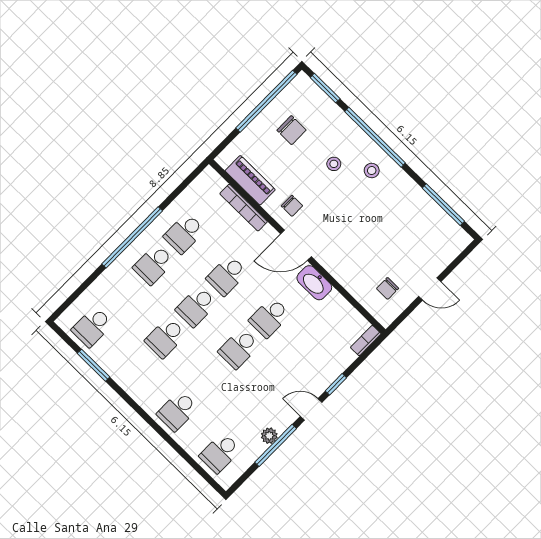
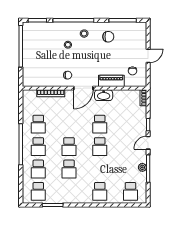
chair: (291, 130) -> (108, 37), moved
piano: (250, 180) -> (111, 81), moved
school desk: (227, 275) -> (38, 169), moved

